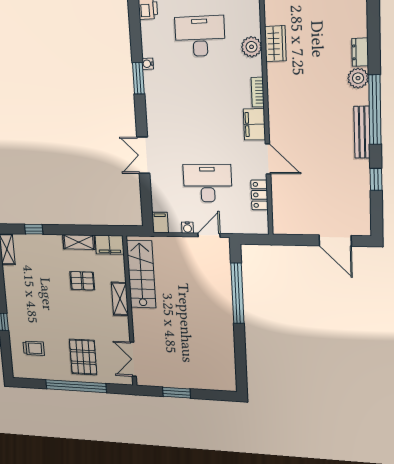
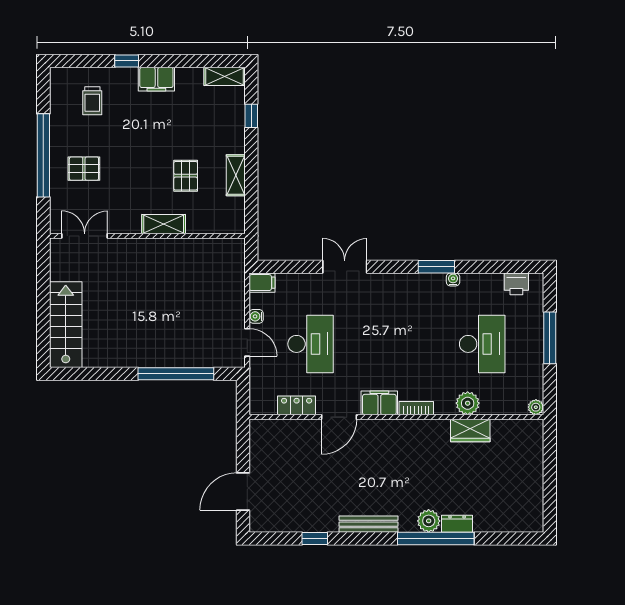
window: (375, 110) -> (436, 538), moved
filing cabinet: (109, 245) -> (156, 79), moved, turned -90
stairs: (141, 274) -> (66, 325), moved, turned -90
pallet: (83, 357) -> (84, 169), width x0.67, depth x0.71
window: (176, 393) -> (43, 290), removed

